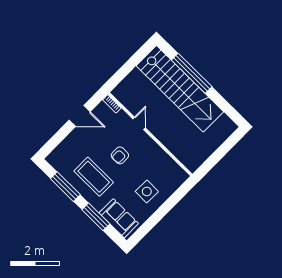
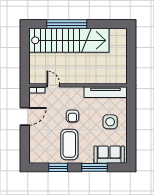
door: (139, 123) -> (53, 85), moved
tv unit: (168, 163) -> (106, 92), added
coffee table: (94, 177) -> (69, 145), turned 90
window: (65, 187) -> (58, 167), width x0.69

